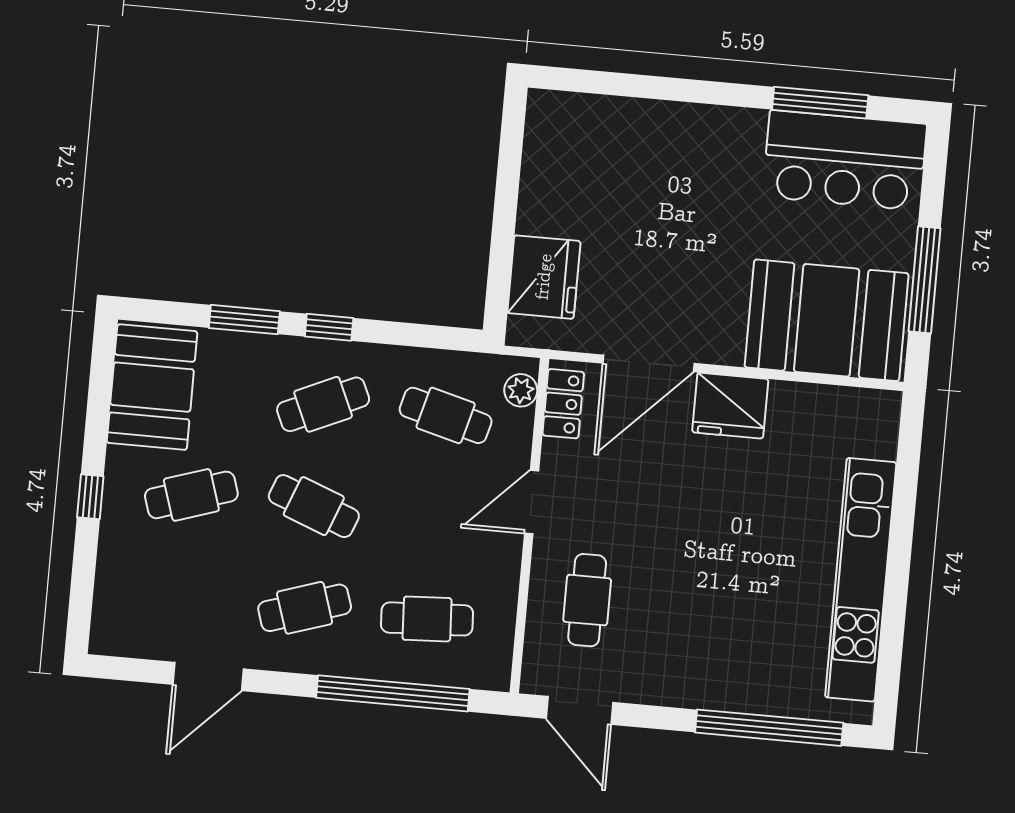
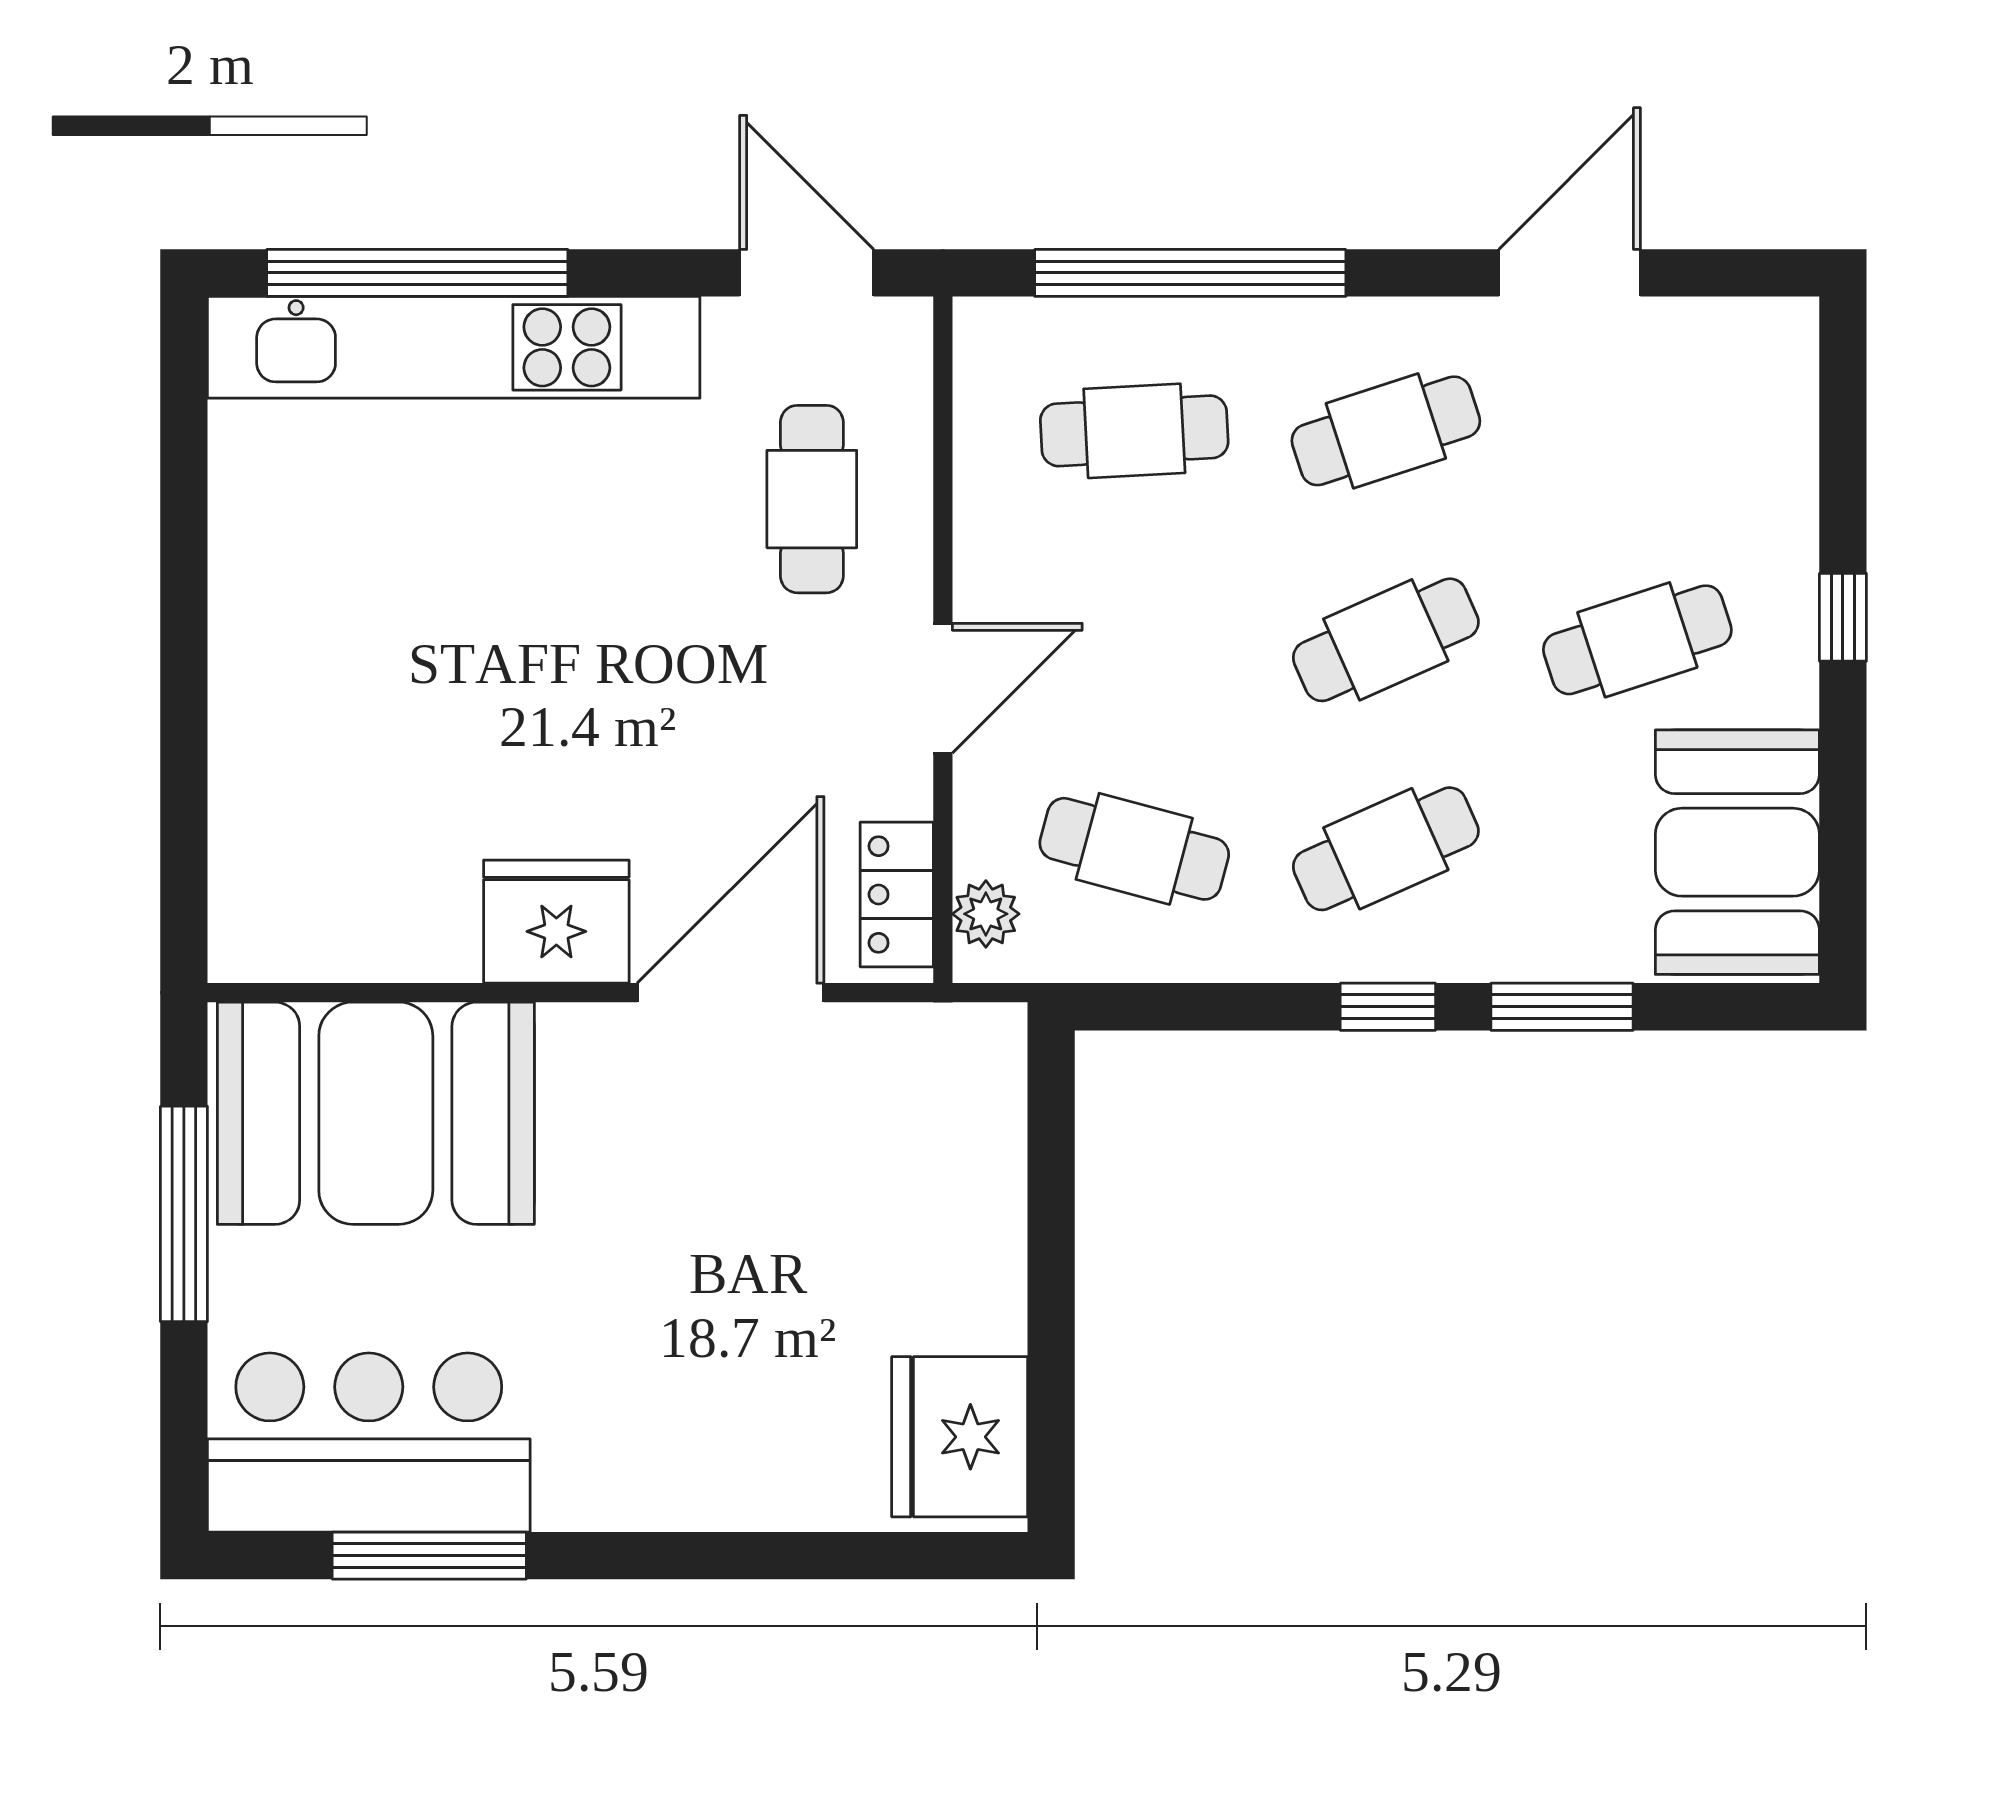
fridge: (544, 277) -> (960, 1437), moved
cafe table: (314, 506) -> (1386, 640), turned -45
kitchen unit: (861, 580) -> (454, 347), moved, turned 90

